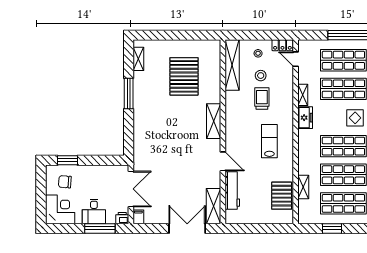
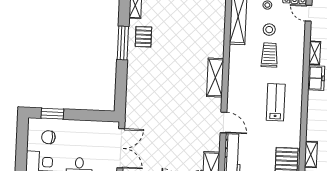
pallet: (184, 76) -> (143, 37), moved, width x0.49, depth x0.50

